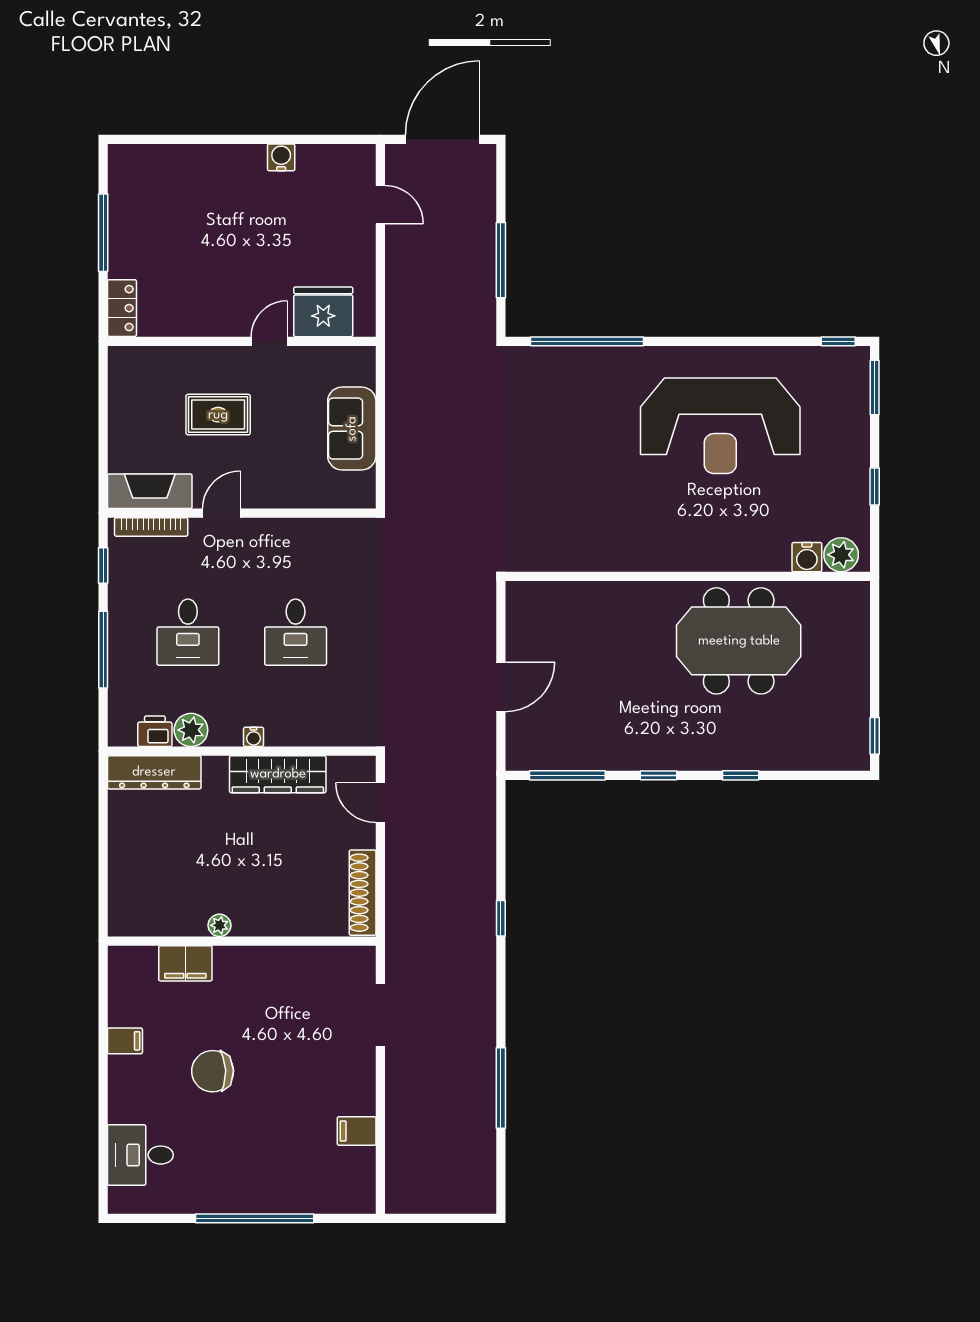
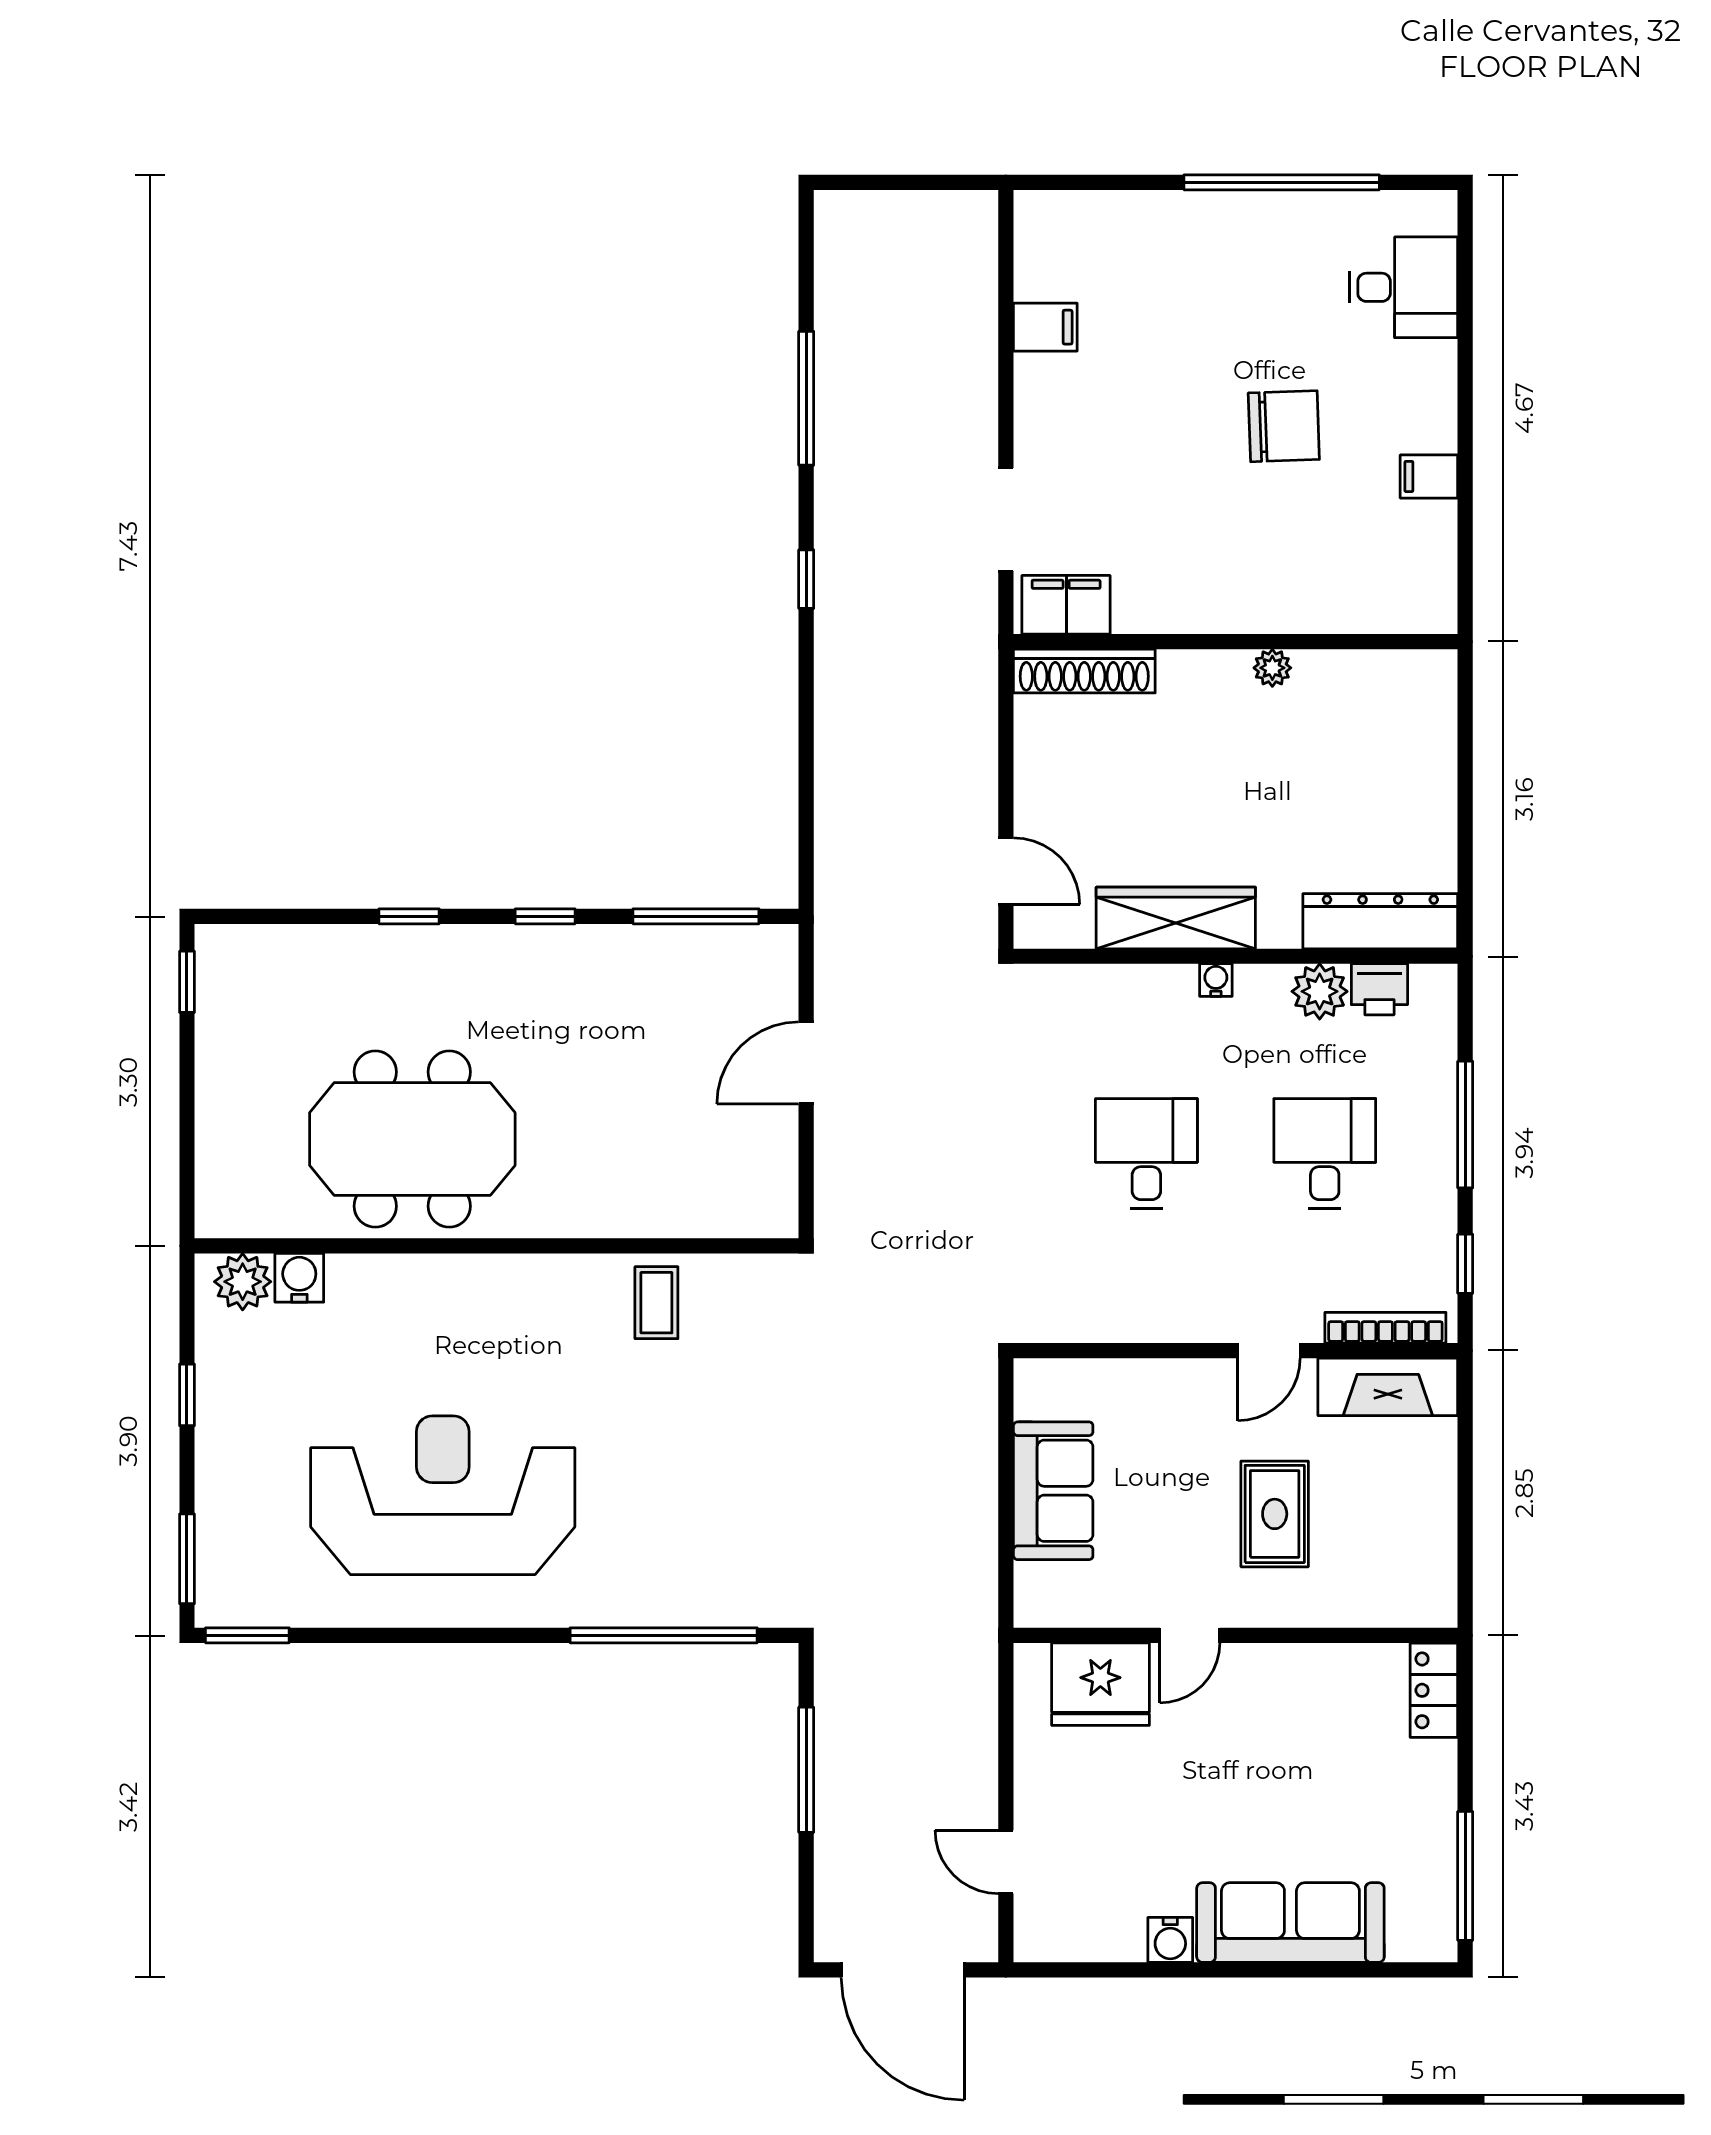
door: (443, 139) -> (903, 1970), hinge flipped
sofa: (209, 168) -> (1290, 1923), added
window: (103, 233) -> (1465, 1876), moved
window: (838, 341) -> (247, 1635), width x1.50
rug: (218, 415) -> (1275, 1514), turned 90
coffee table: (591, 542) -> (656, 1303), added
shoe rack: (363, 893) -> (1084, 671), moved, turned 90
window: (501, 918) -> (806, 579), moved
filing cabinet: (185, 963) -> (1066, 605), moved
window: (255, 1218) -> (1282, 182), moved

